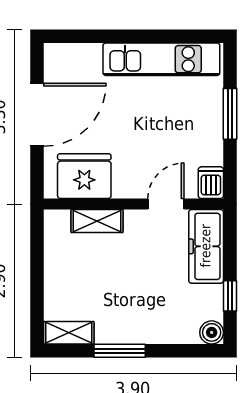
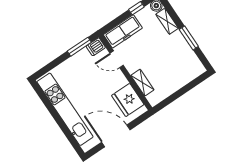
kitchen unit: (161, 59) -> (65, 109), width x1.36
window: (230, 114) -> (79, 47), moved
shelving: (69, 333) -> (167, 21), moved

